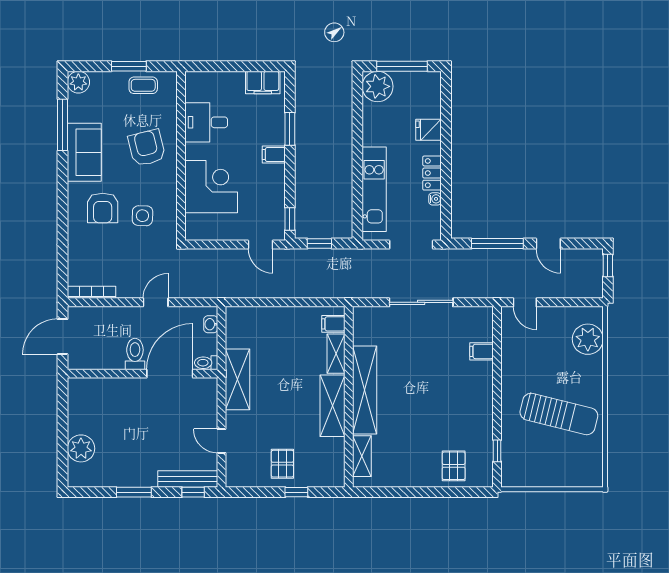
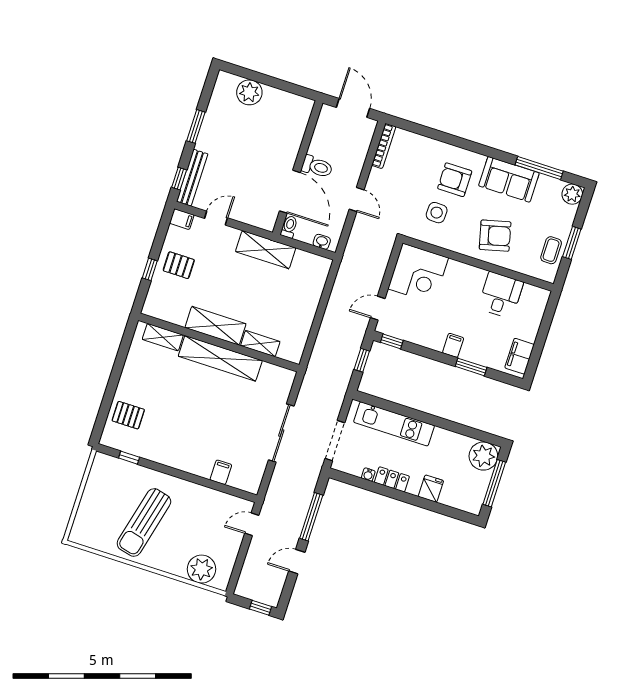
corner desk: (211, 187) -> (418, 273), moved
filing cabinet: (333, 324) -> (182, 219), moved, turned 90

